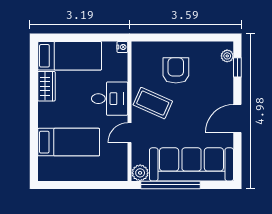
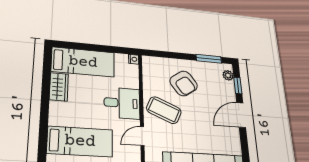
window: (206, 38) -> (209, 59), added
armchair: (176, 70) -> (184, 83), turned 145
door: (237, 119) -> (241, 115), moved

